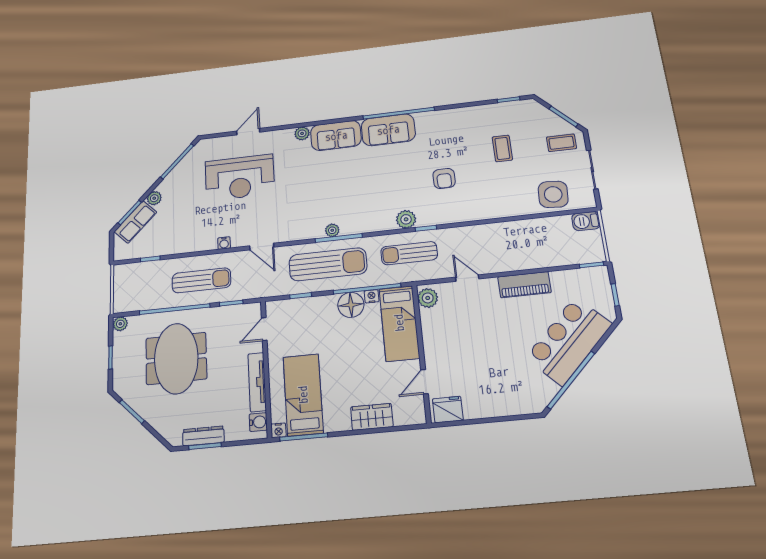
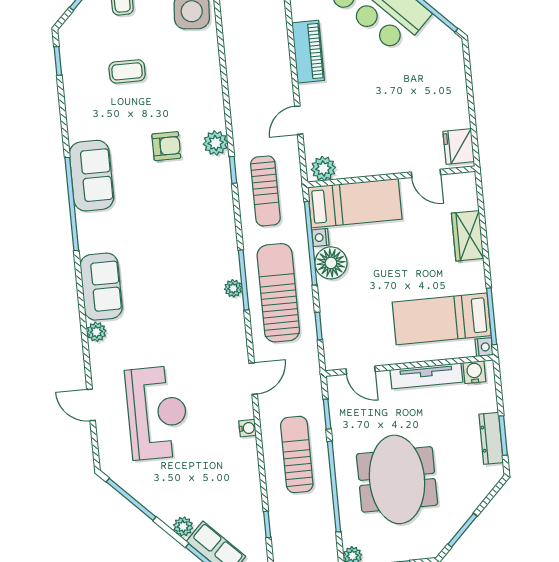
sofa: (388, 130) -> (91, 176), moved
plant: (406, 219) -> (216, 143), moved
meeting table: (176, 358) -> (397, 479), turned 90

